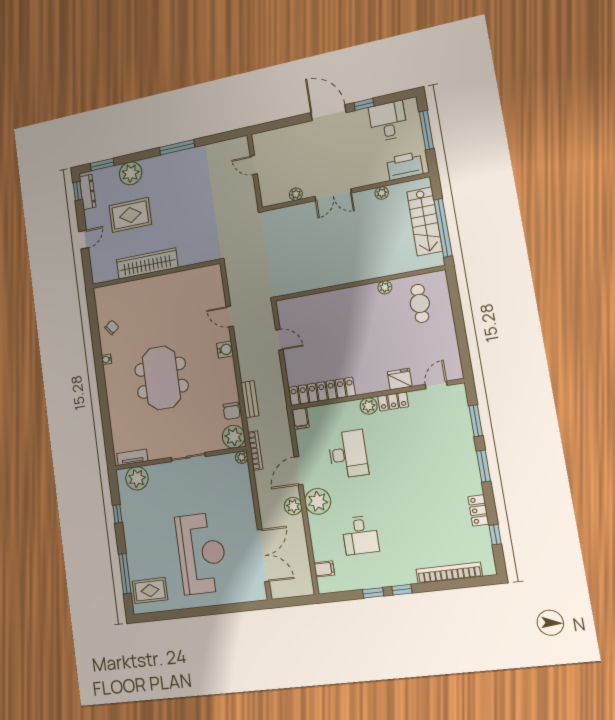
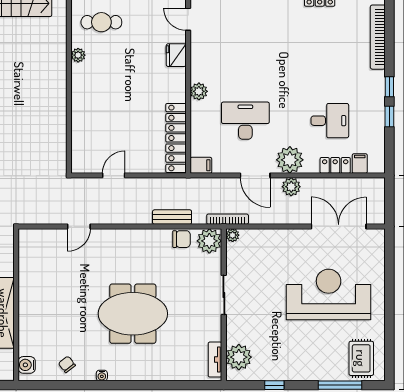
water cooler: (225, 350) -> (27, 365), moved, turned -90
locker: (393, 401) -> (335, 165), moved, turned -90

